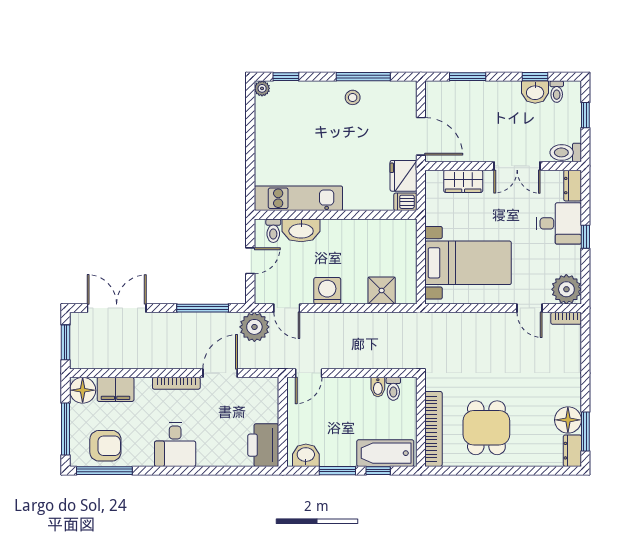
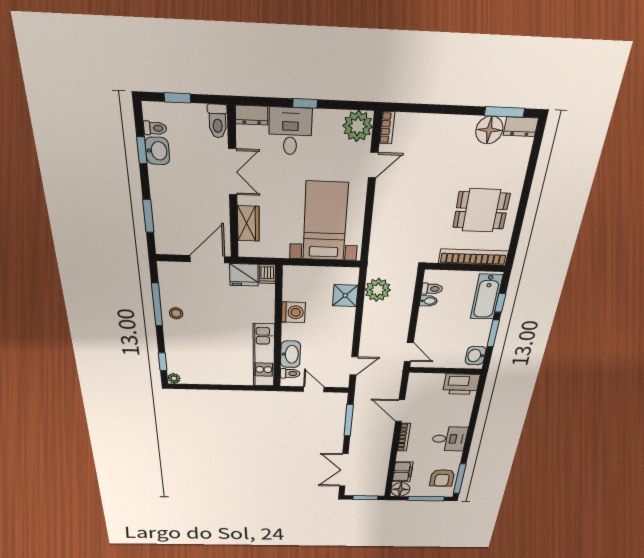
washing machine: (327, 291) -> (293, 312), moved, turned 180
plant: (254, 327) -> (378, 290), moved
armchair: (105, 446) -> (442, 478), turned 180

